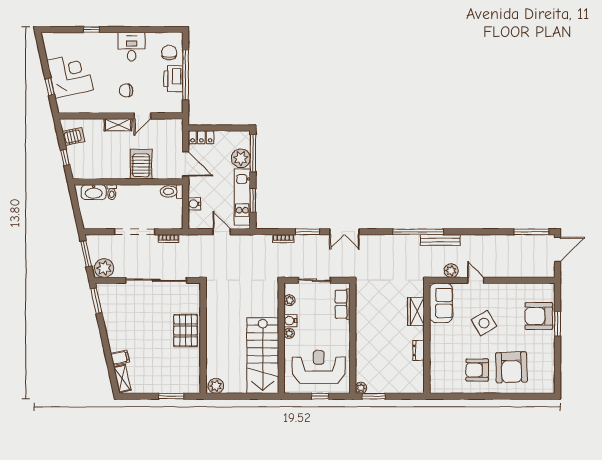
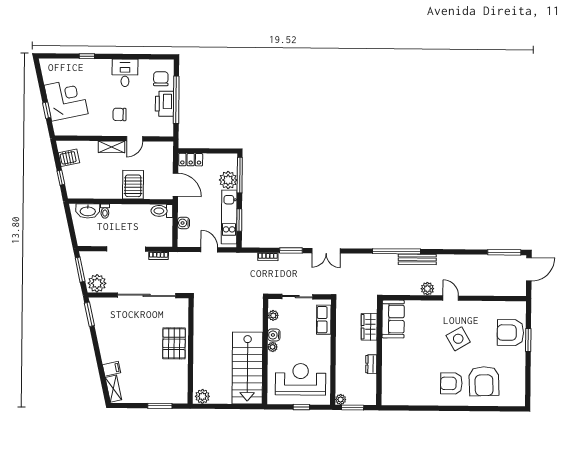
sofa: (441, 303) -> (393, 319), moved
wardrobe: (416, 311) -> (369, 327), moved
wall: (427, 338) -> (379, 353), moved
dresser: (418, 350) -> (371, 364), moved

